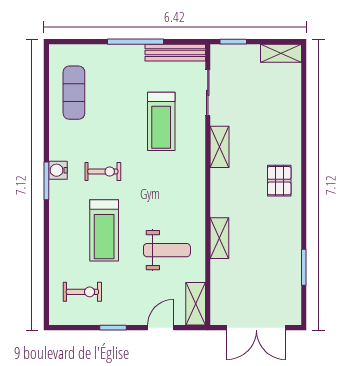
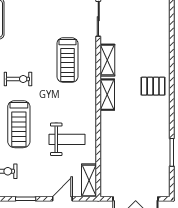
treadmill: (161, 121) -> (67, 60), moved
pallet: (279, 181) -> (153, 86), turned 90
shelving: (219, 238) -> (107, 95), moved

